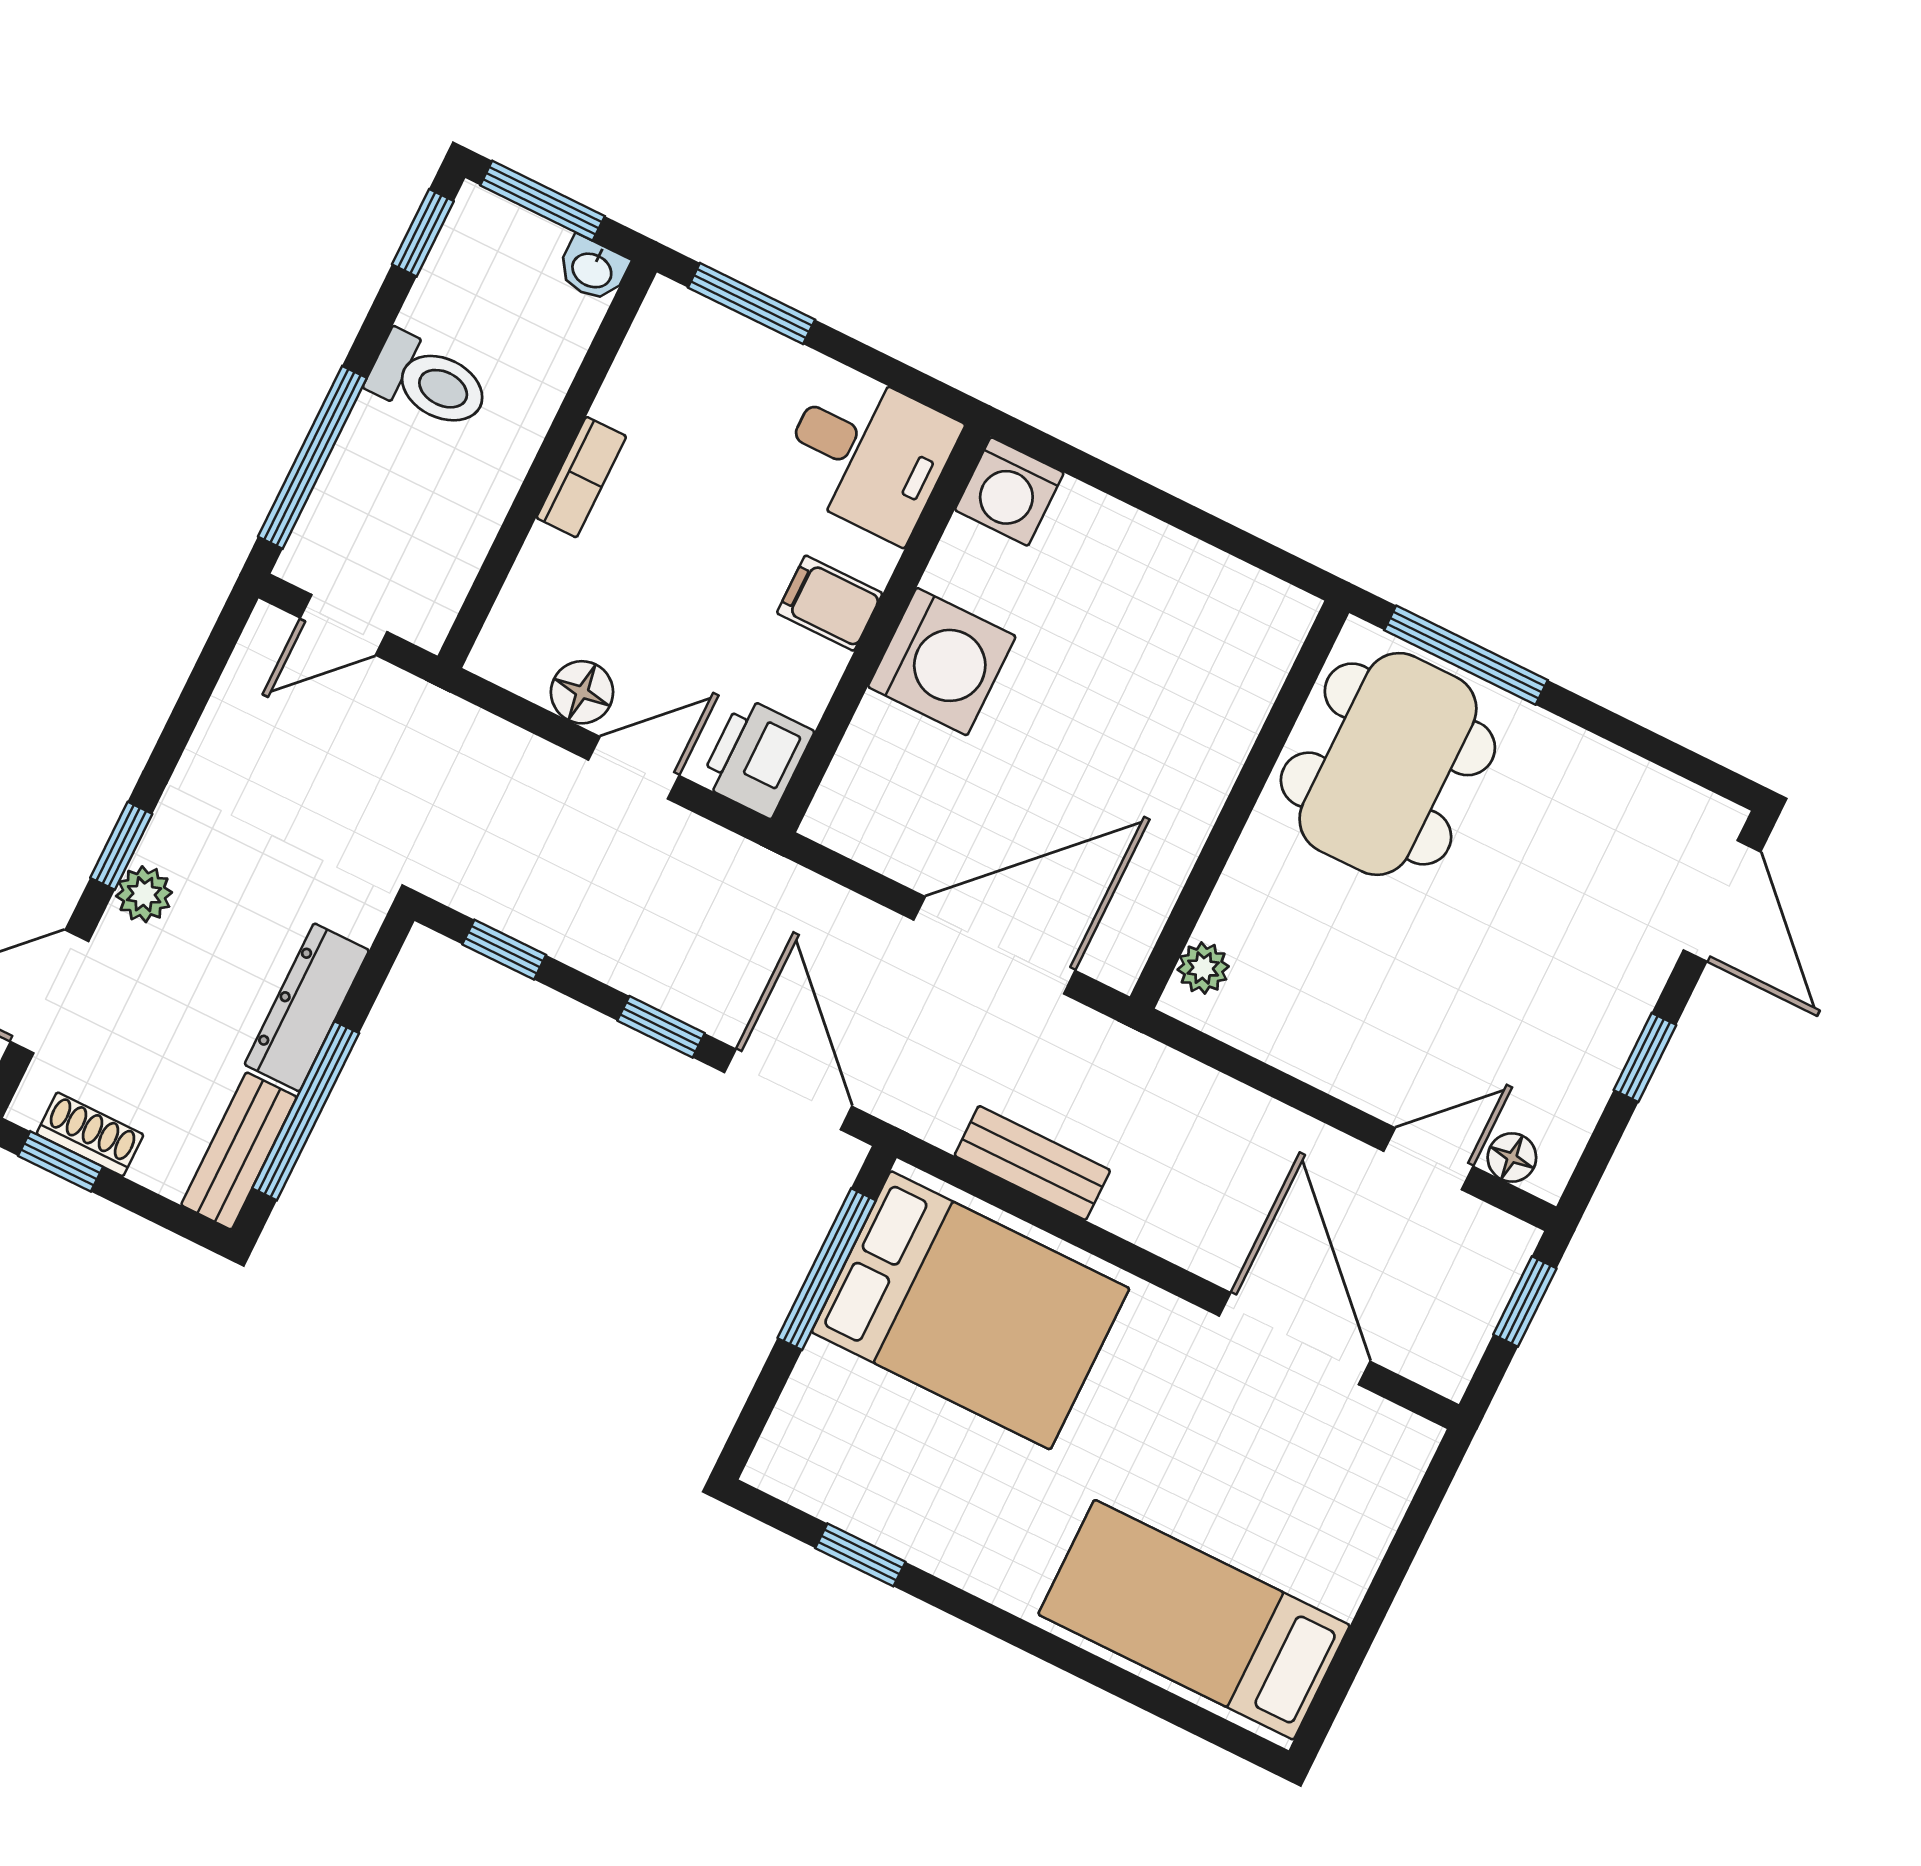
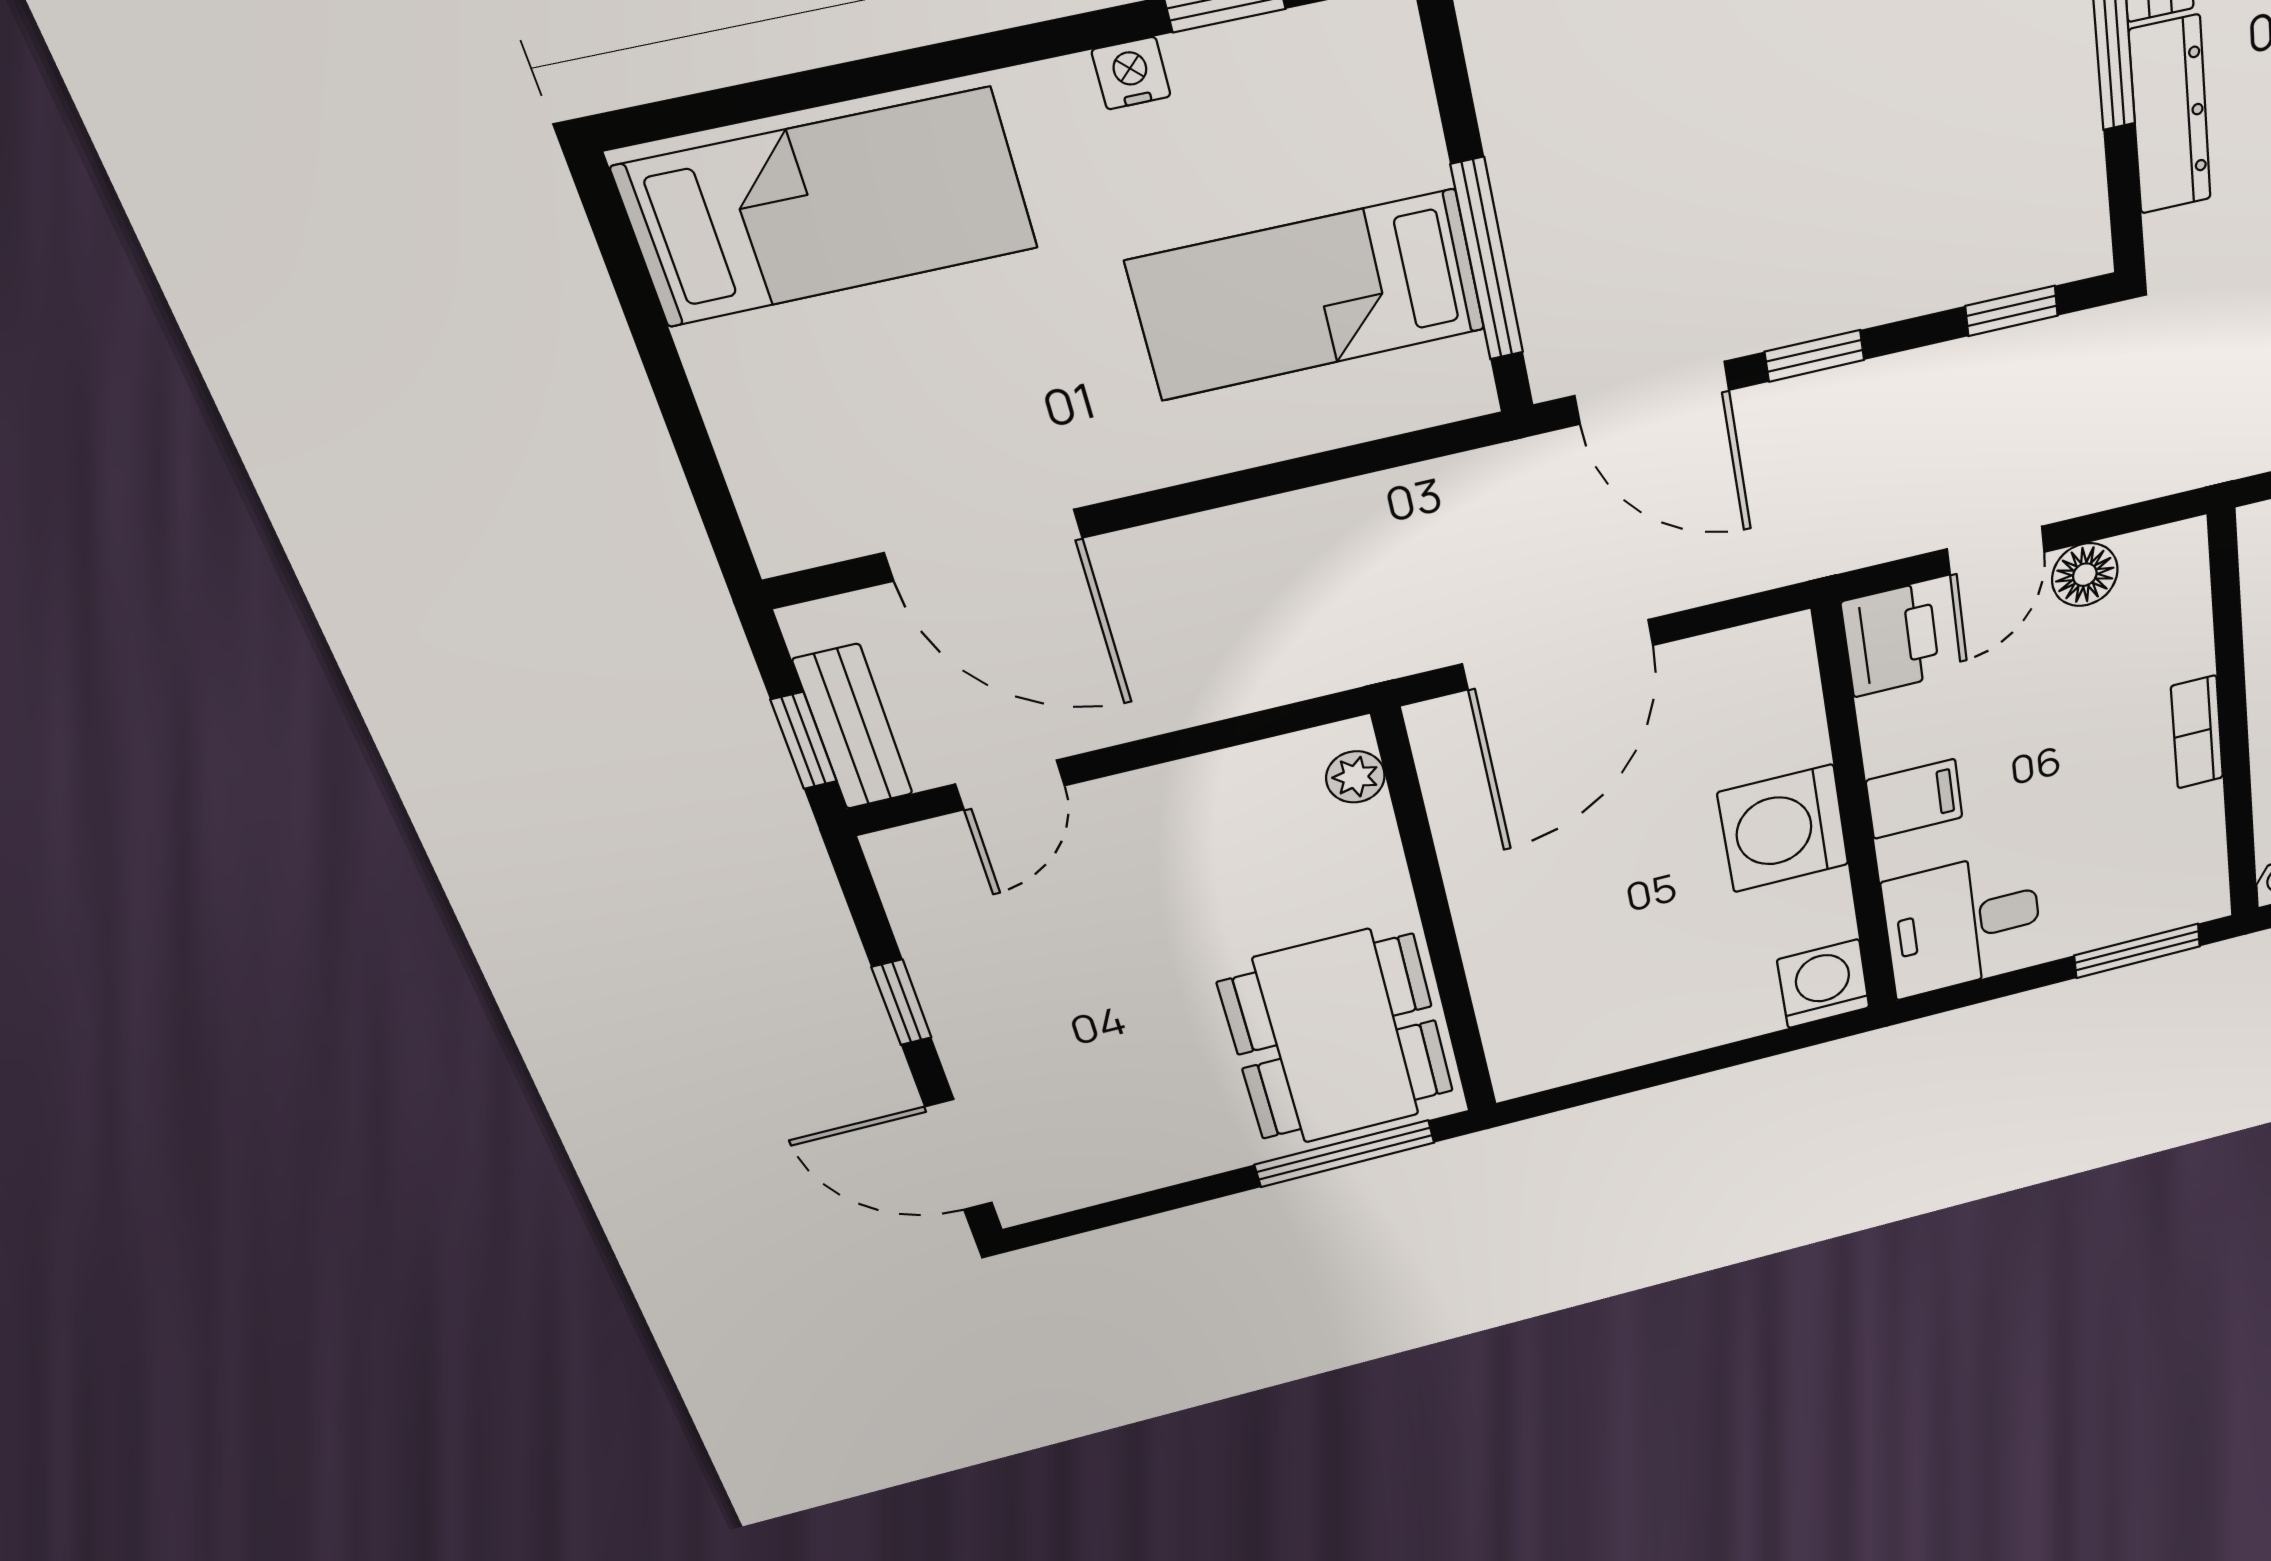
floor lamp: (1512, 1157) -> (937, 843), removed
bench: (1032, 1163) -> (853, 727), moved, turned 90
bed: (970, 1310) -> (1308, 295), width x0.67
nightstand: (950, 1558) -> (1131, 73), added

